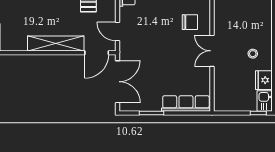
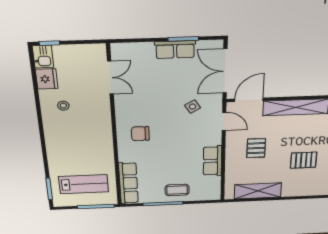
side table: (144, 48) -> (193, 107), added
double door: (212, 51) -> (110, 78), moved
row of seats: (186, 104) -> (175, 50), moved, width x0.68

